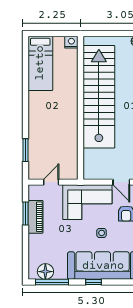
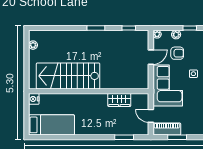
stairs: (99, 97) -> (68, 76), width x0.73
wardrobe: (70, 144) -> (119, 100), added
piano: (35, 217) -> (167, 129), moved

